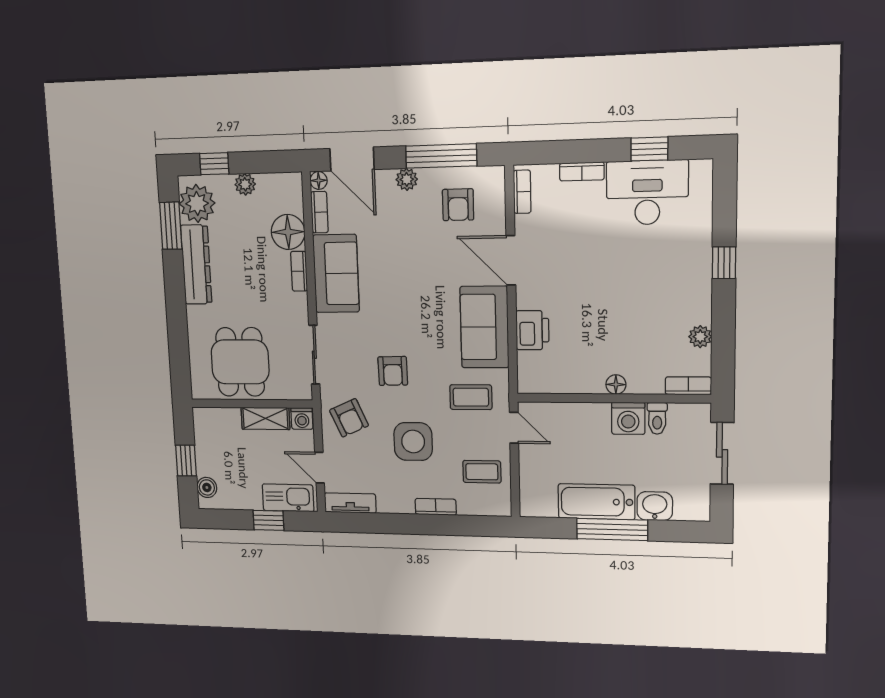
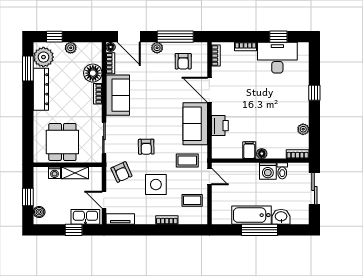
filing cabinet: (591, 378) -> (249, 150), added
washing machine: (302, 418) -> (55, 173), moved

